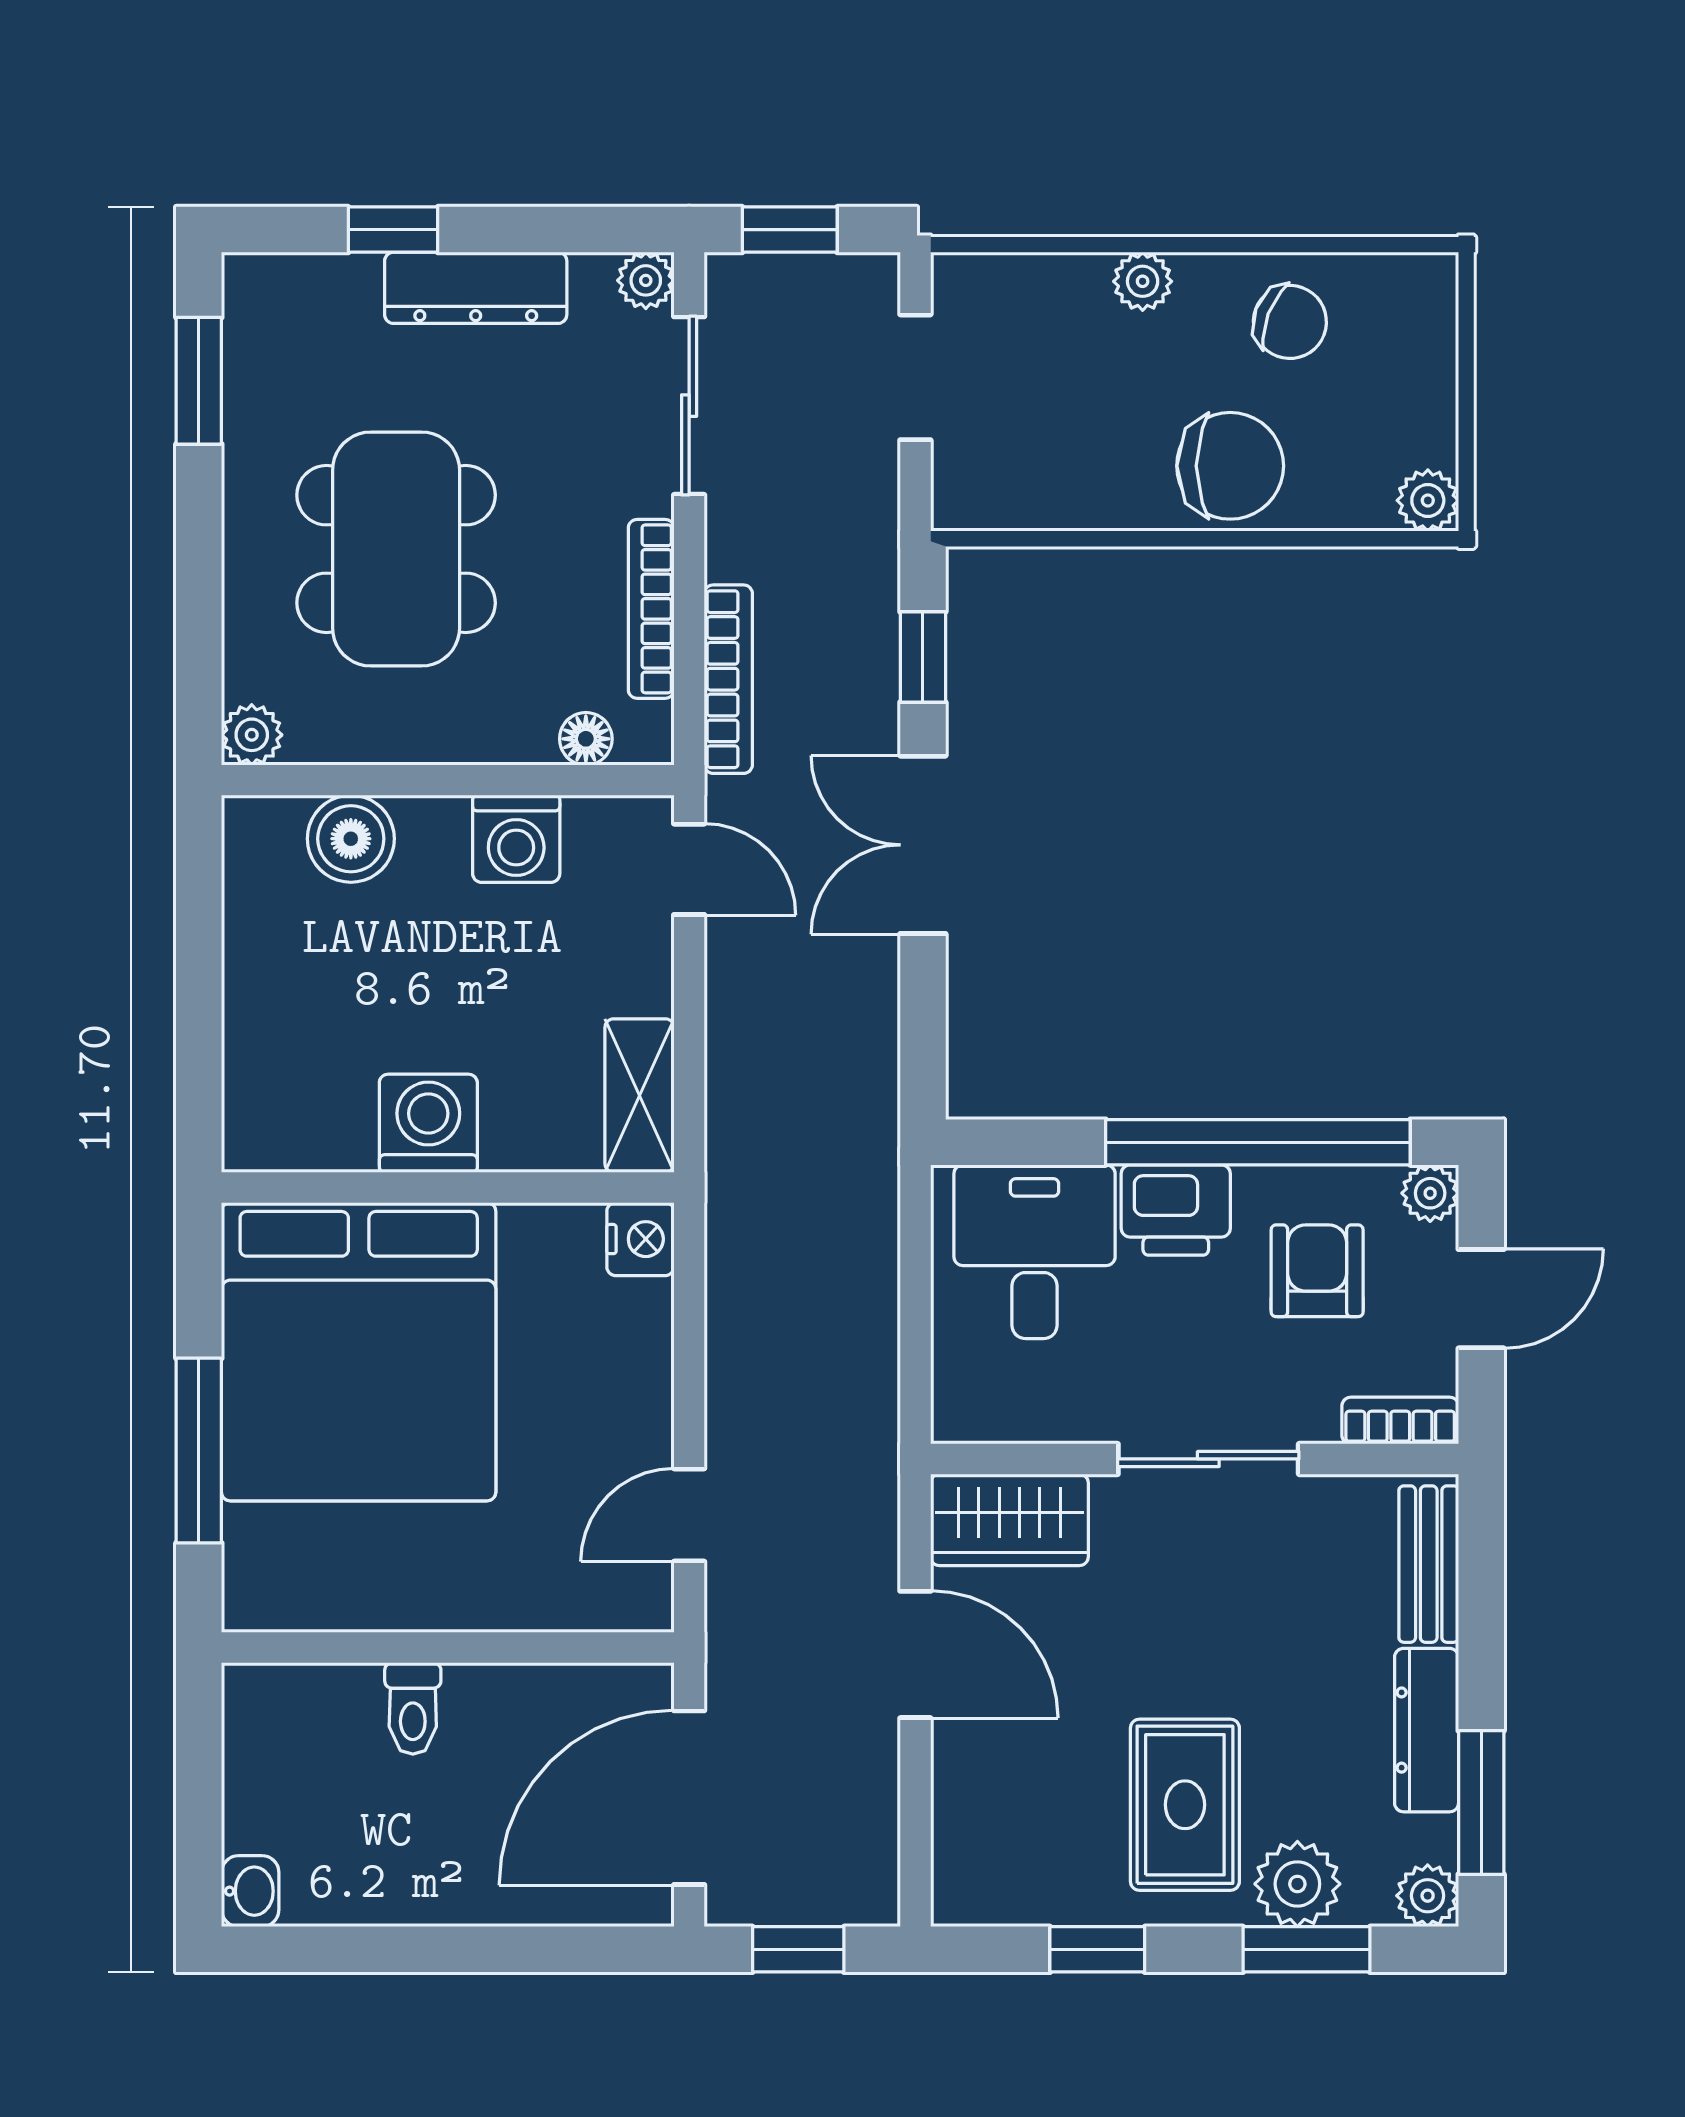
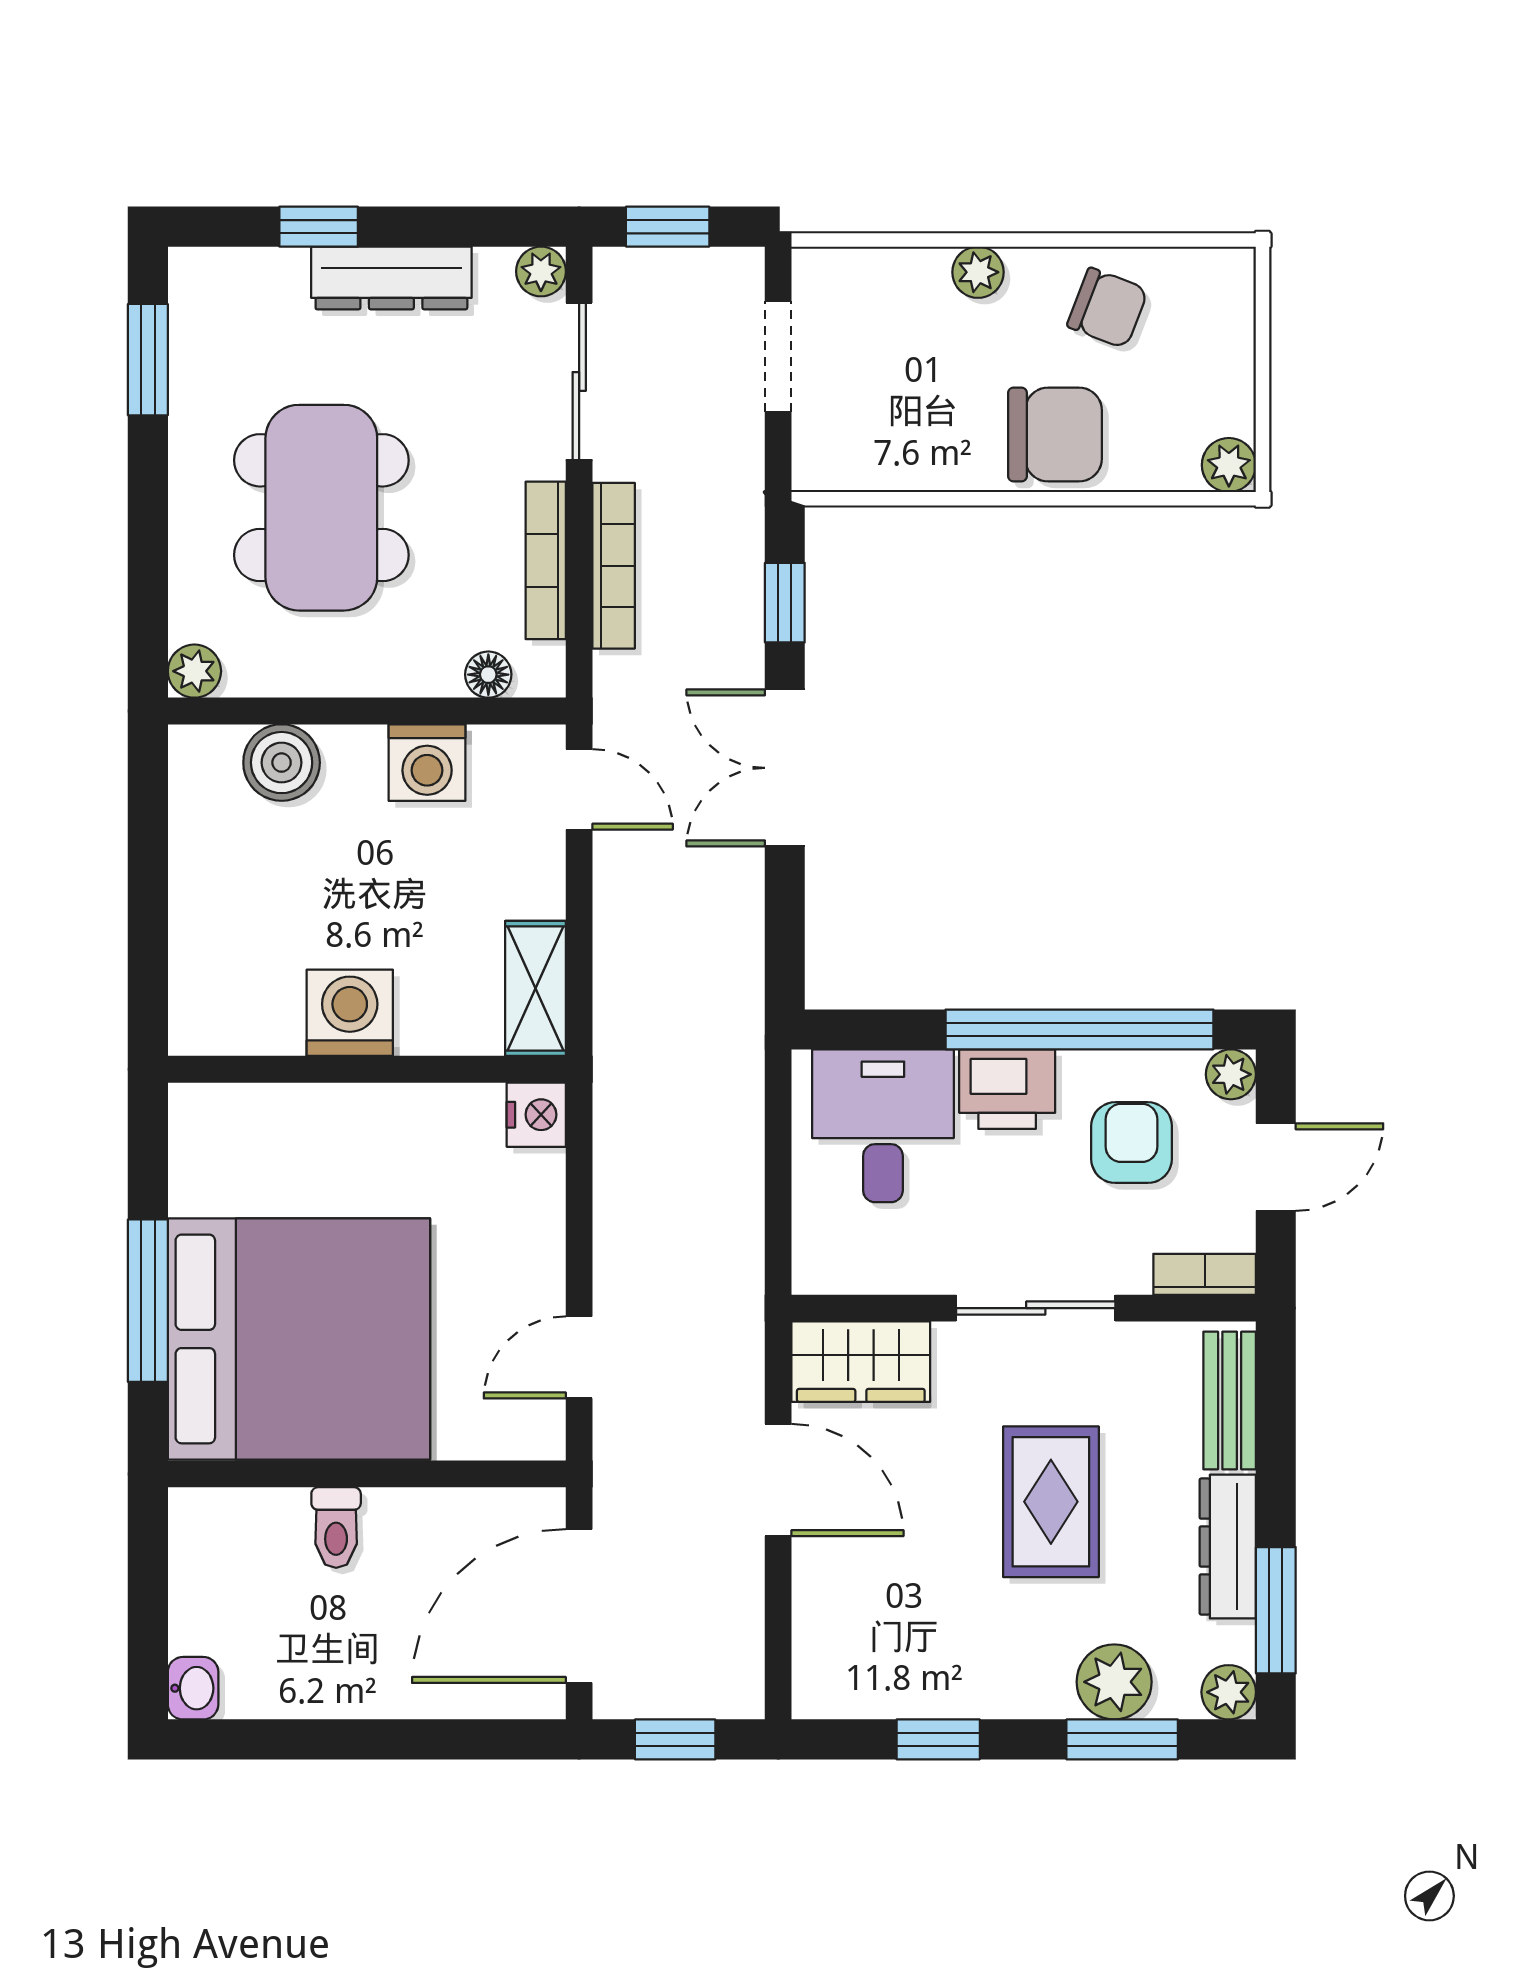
bookcase: (728, 679) -> (614, 566), moved
bed: (359, 1352) -> (299, 1339), moved, turned -90
rug: (1185, 1805) -> (1051, 1502), moved

